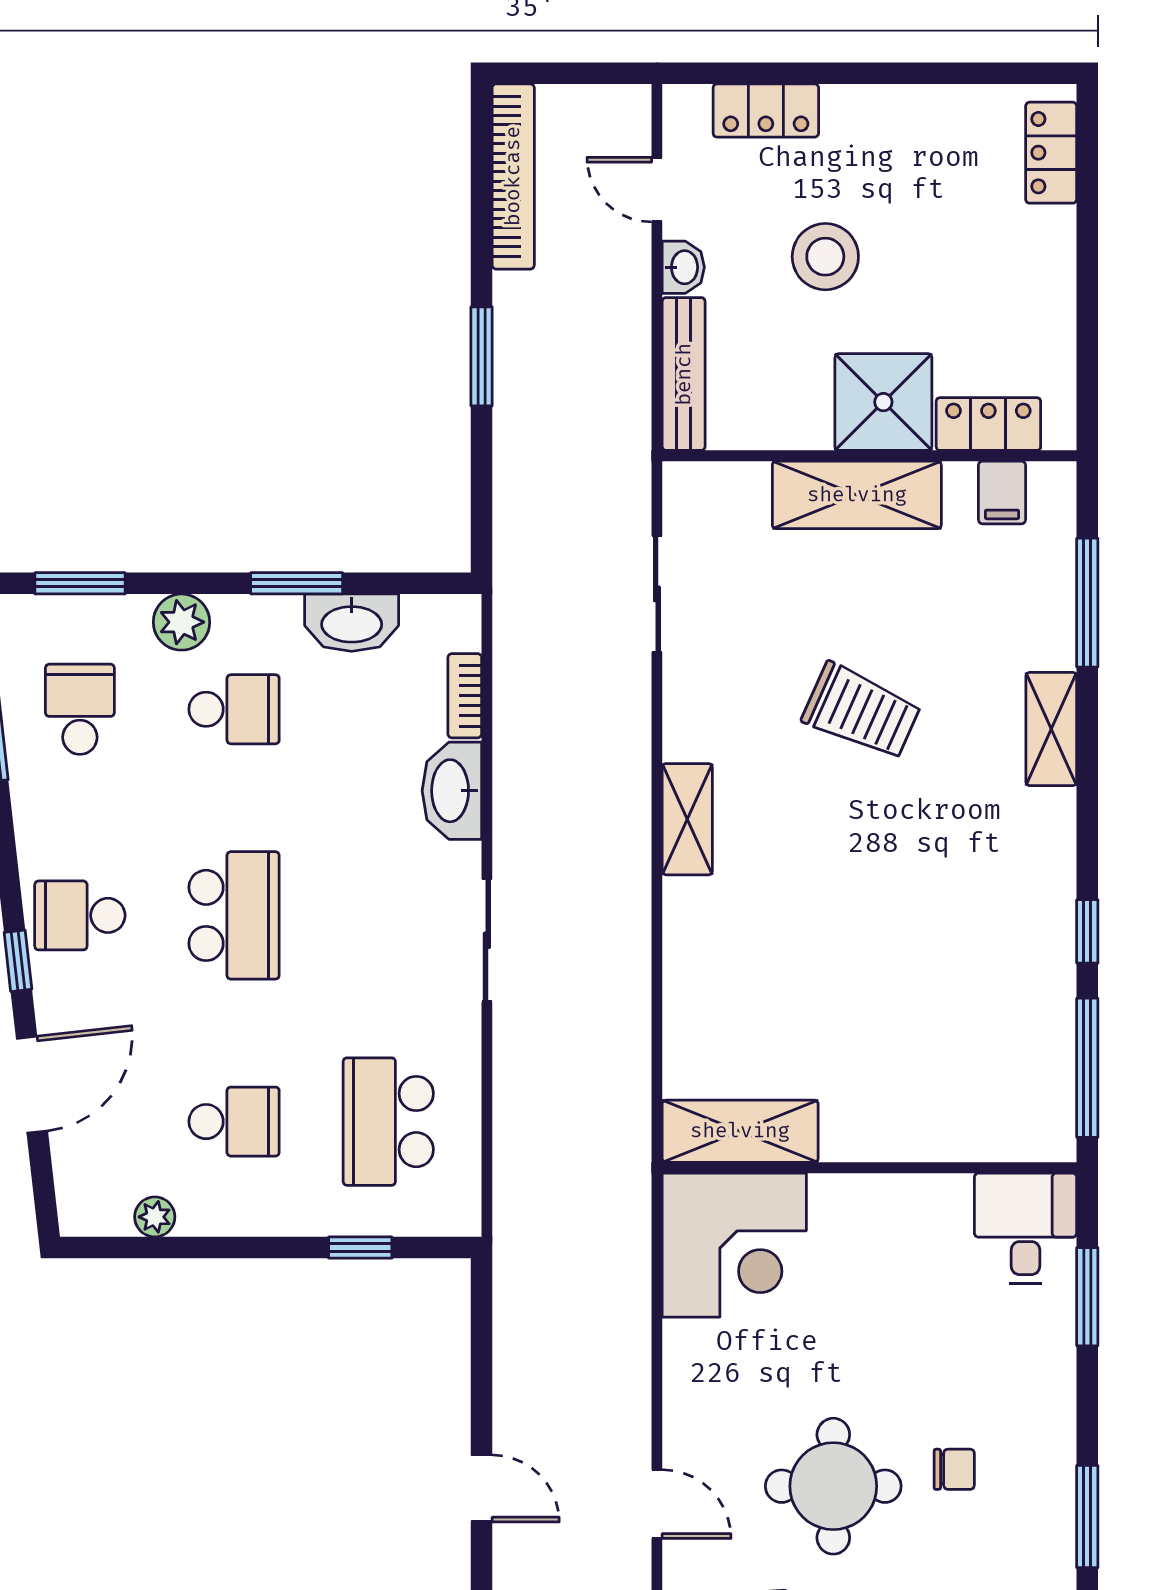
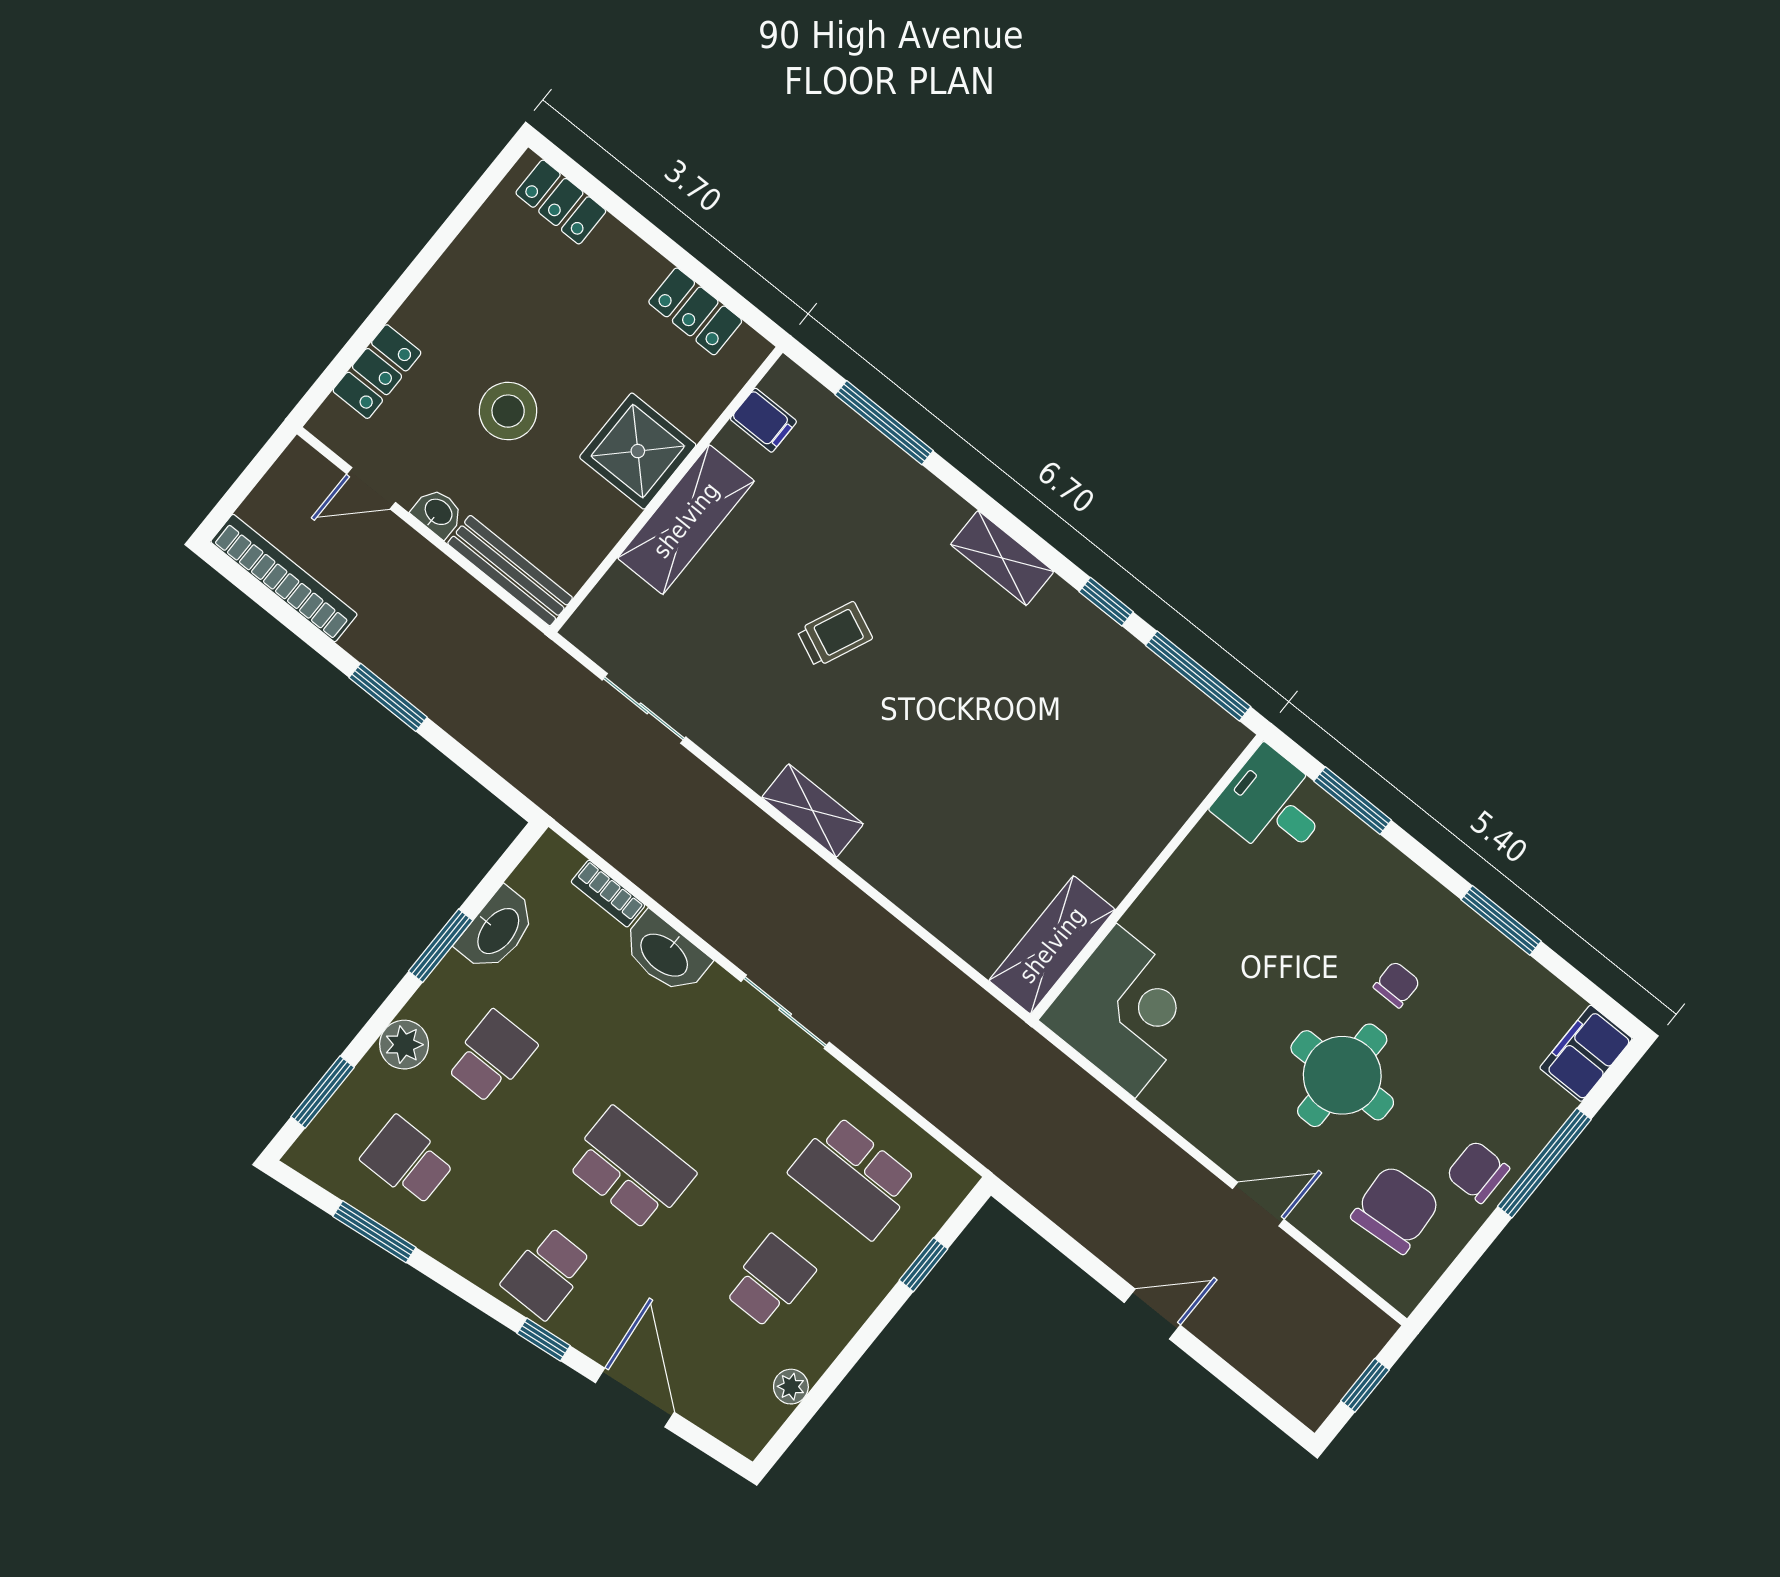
locker: (988, 424) -> (695, 311), moved, turned -90
trolley: (861, 711) -> (835, 634), width x0.73, depth x0.72
shelving: (1051, 729) -> (1002, 558), moved

